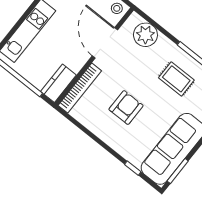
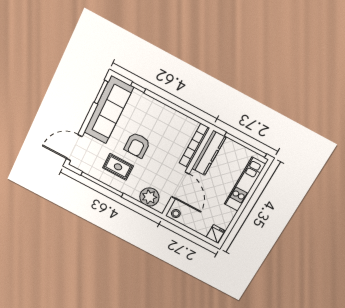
kitchen counter: (58, 83) -> (209, 153), width x1.50
armchair: (126, 107) -> (137, 145), moved

